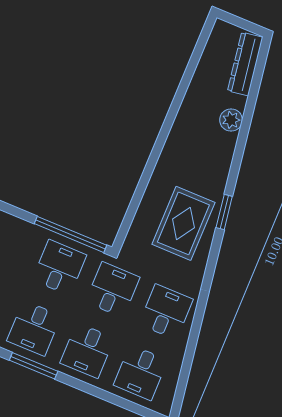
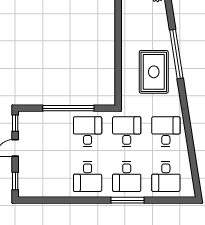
window: (224, 212) -> (176, 54), width x2.11
window: (71, 234) -> (68, 108), moved
window: (34, 366) -> (127, 200), moved

